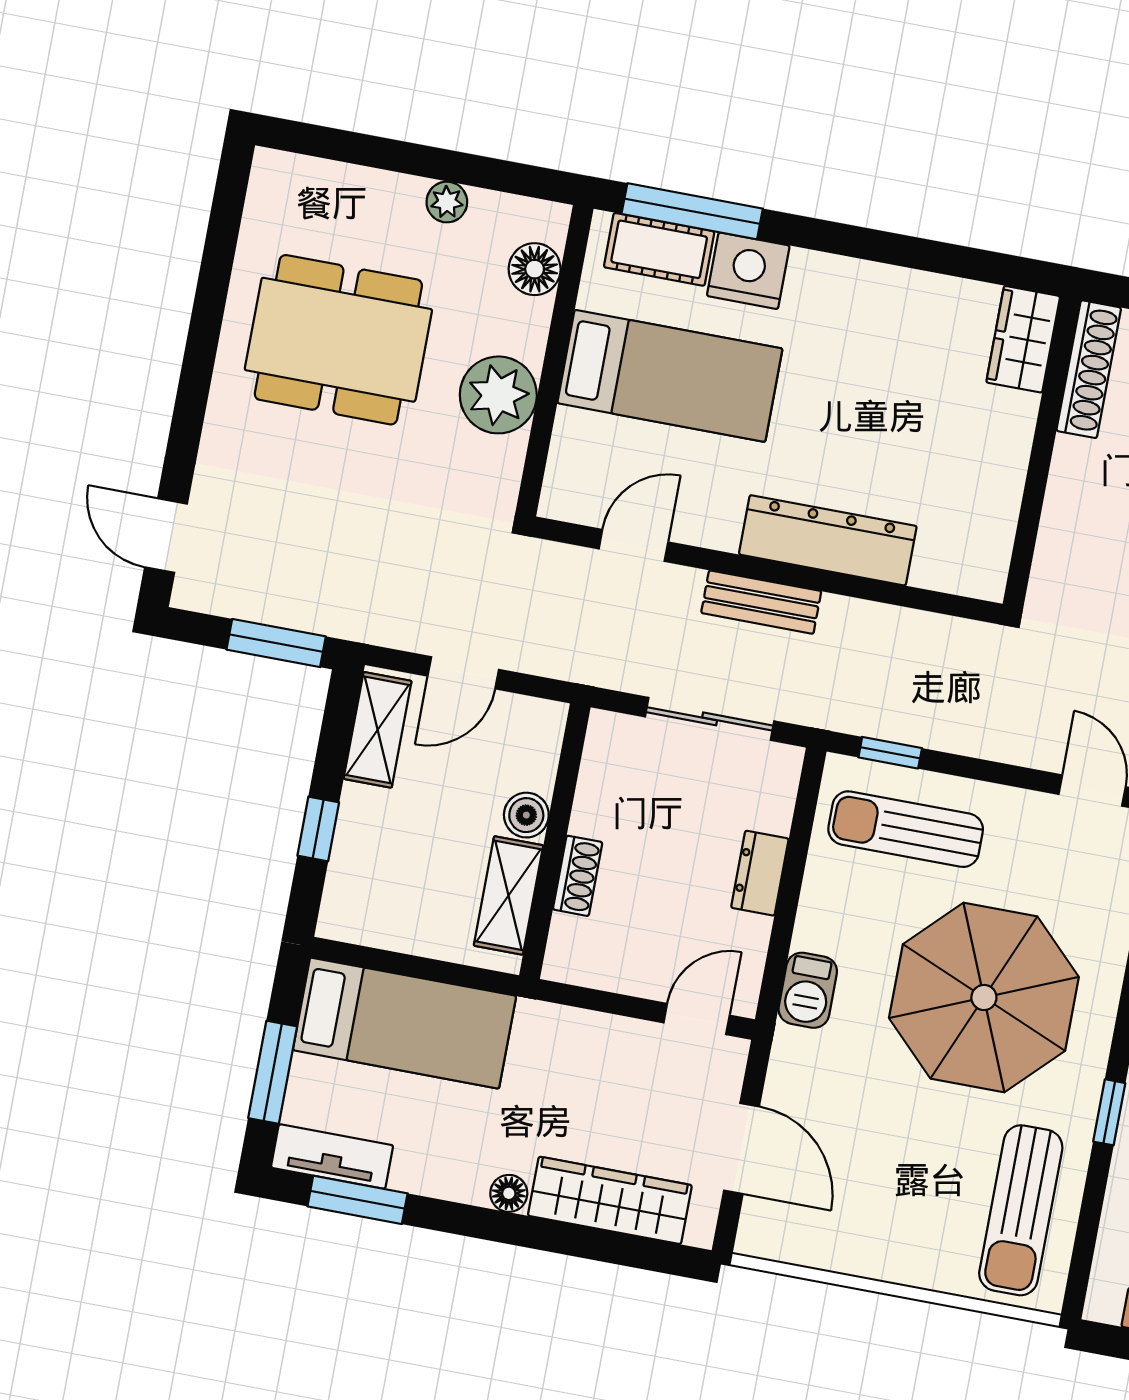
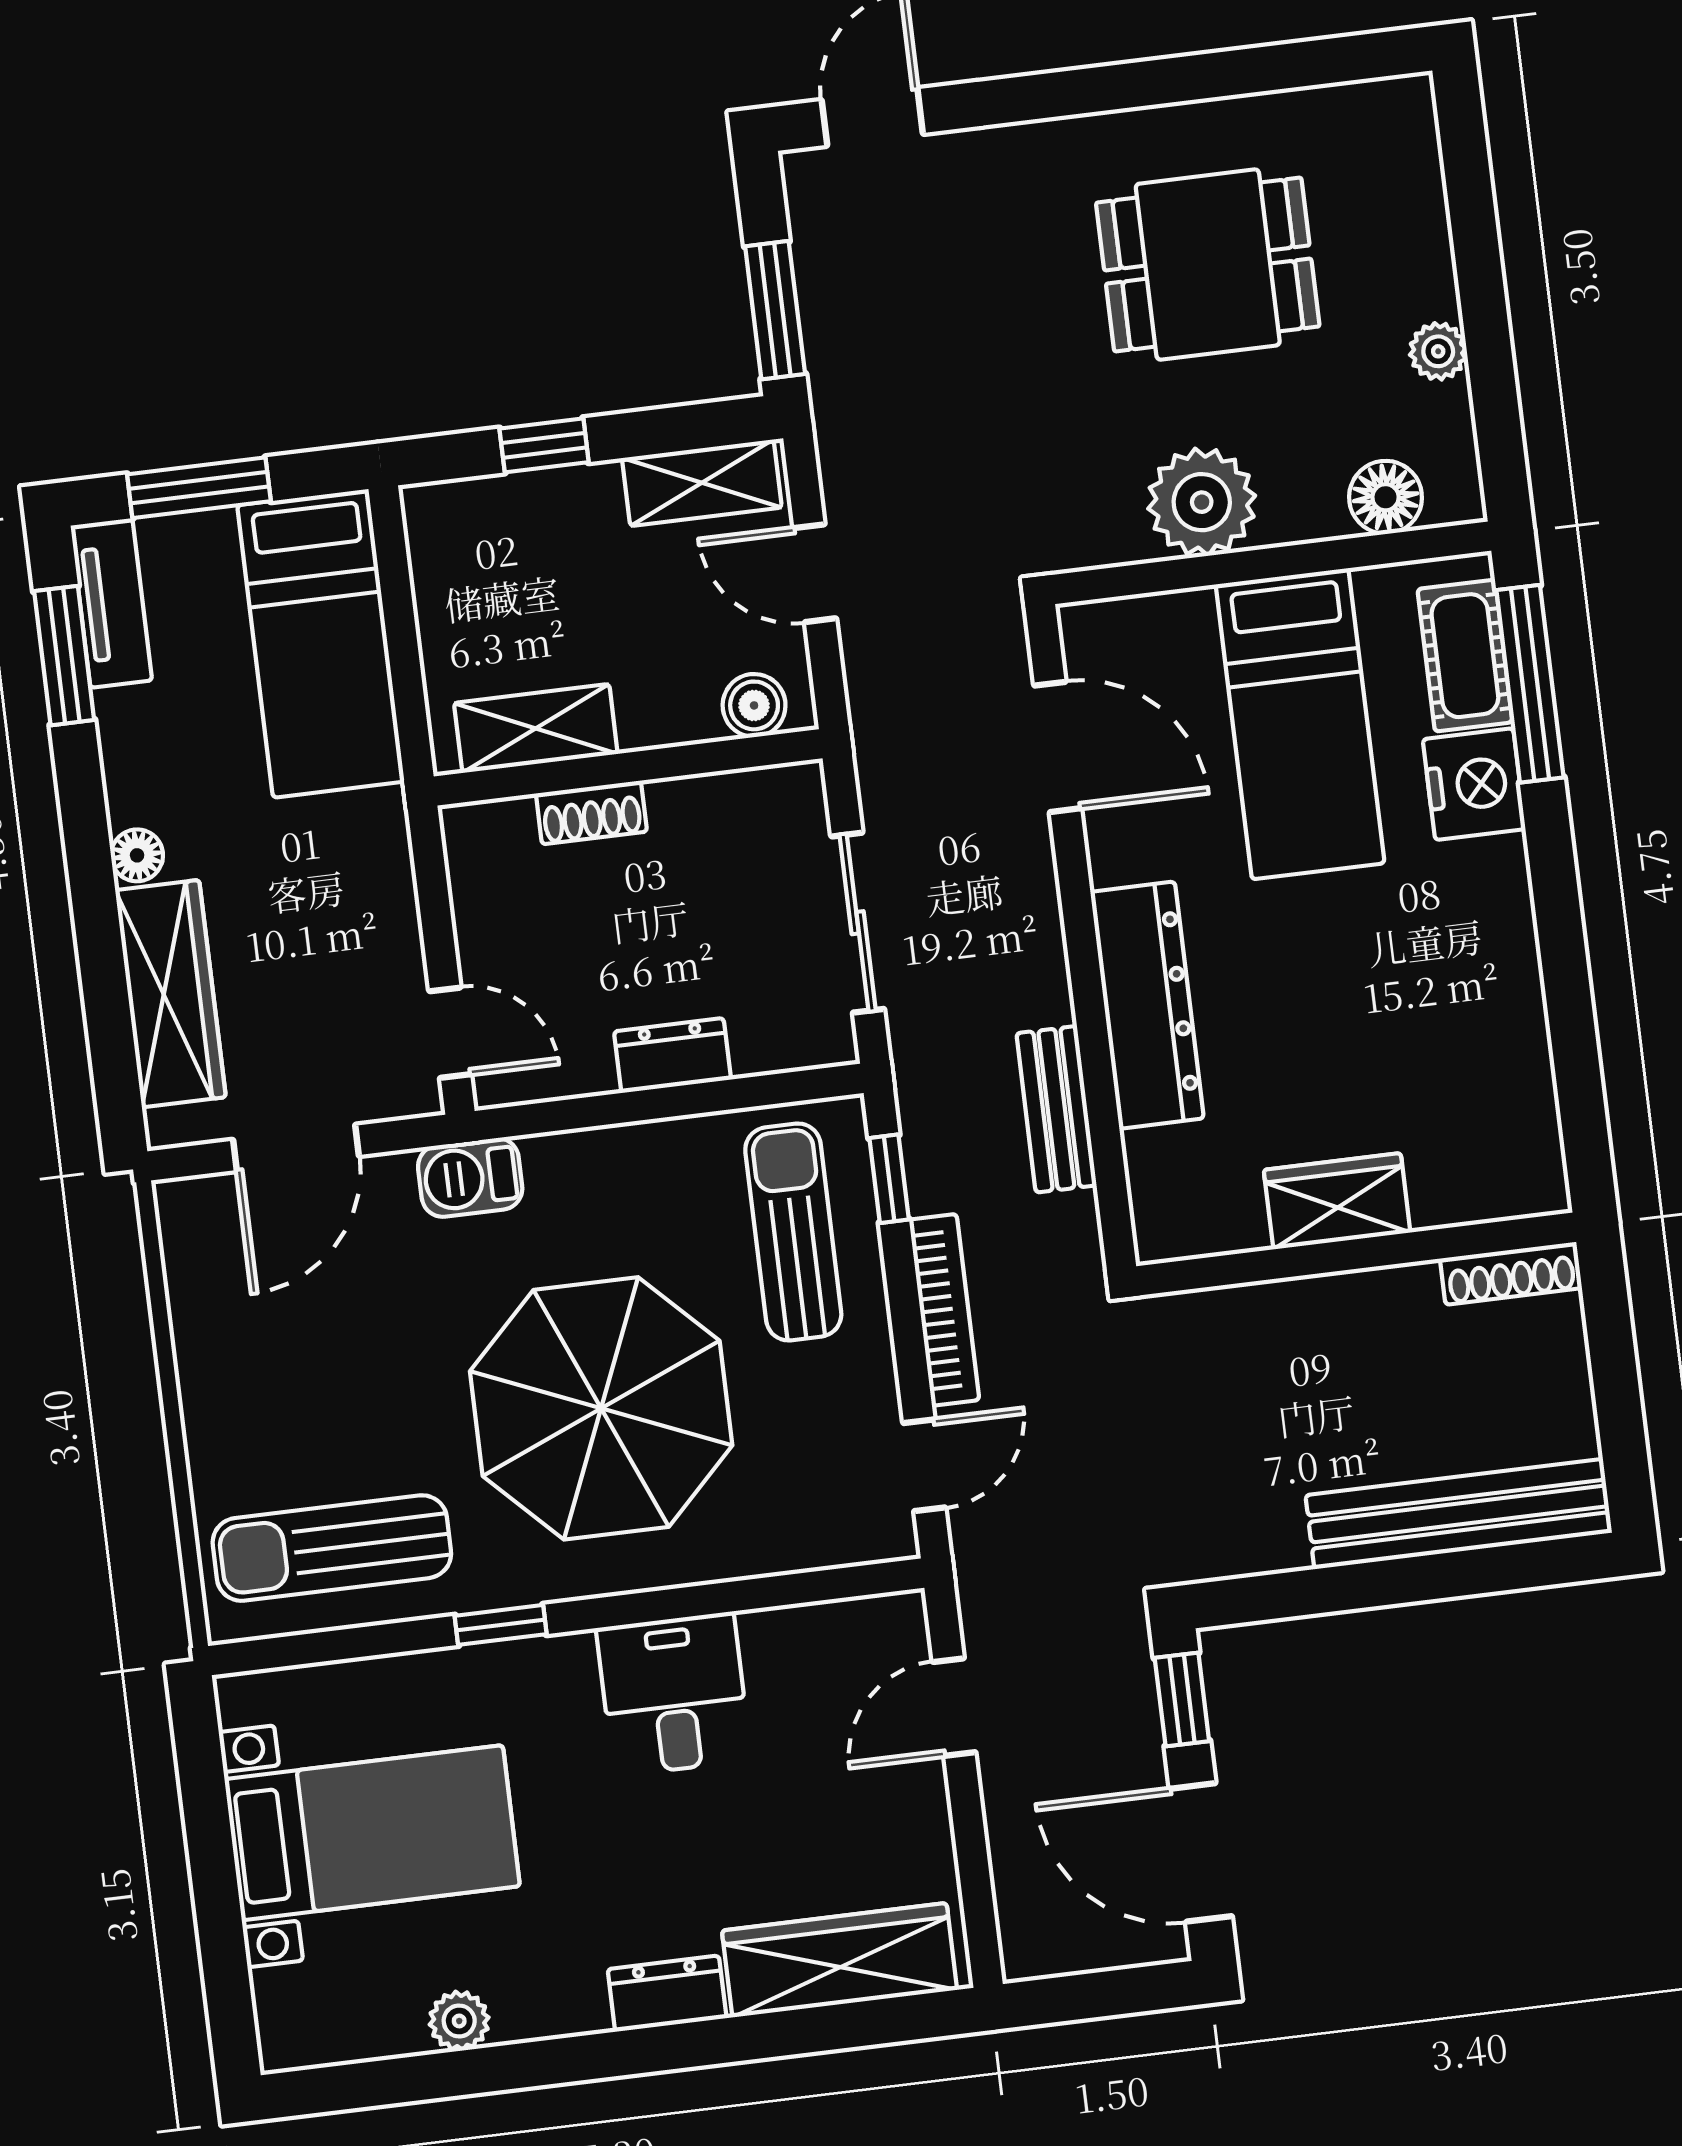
wardrobe: (1023, 339) -> (1337, 1201), moved
dining table: (338, 340) -> (1208, 265), width x0.73
shoe rack: (1089, 369) -> (1511, 1273), width x0.74, depth x0.81
door: (633, 545) -> (1058, 747), width x1.38
bench: (761, 602) -> (1056, 1109), moved
bookcase: (991, 744) -> (944, 1310), added
boiler: (526, 815) -> (754, 705), moved
barbecue: (808, 990) -> (470, 1177), moved

